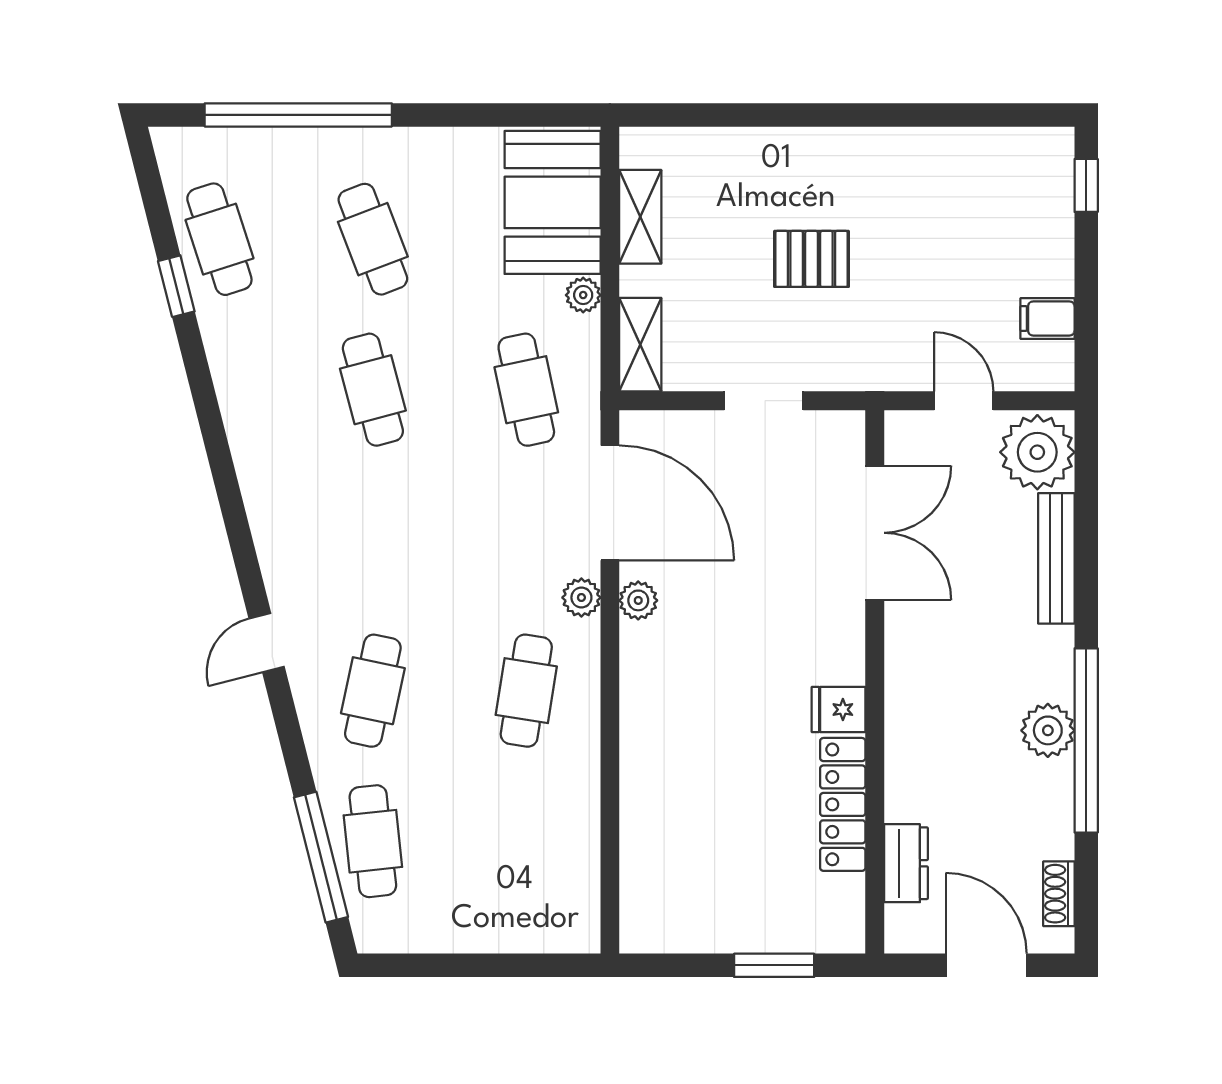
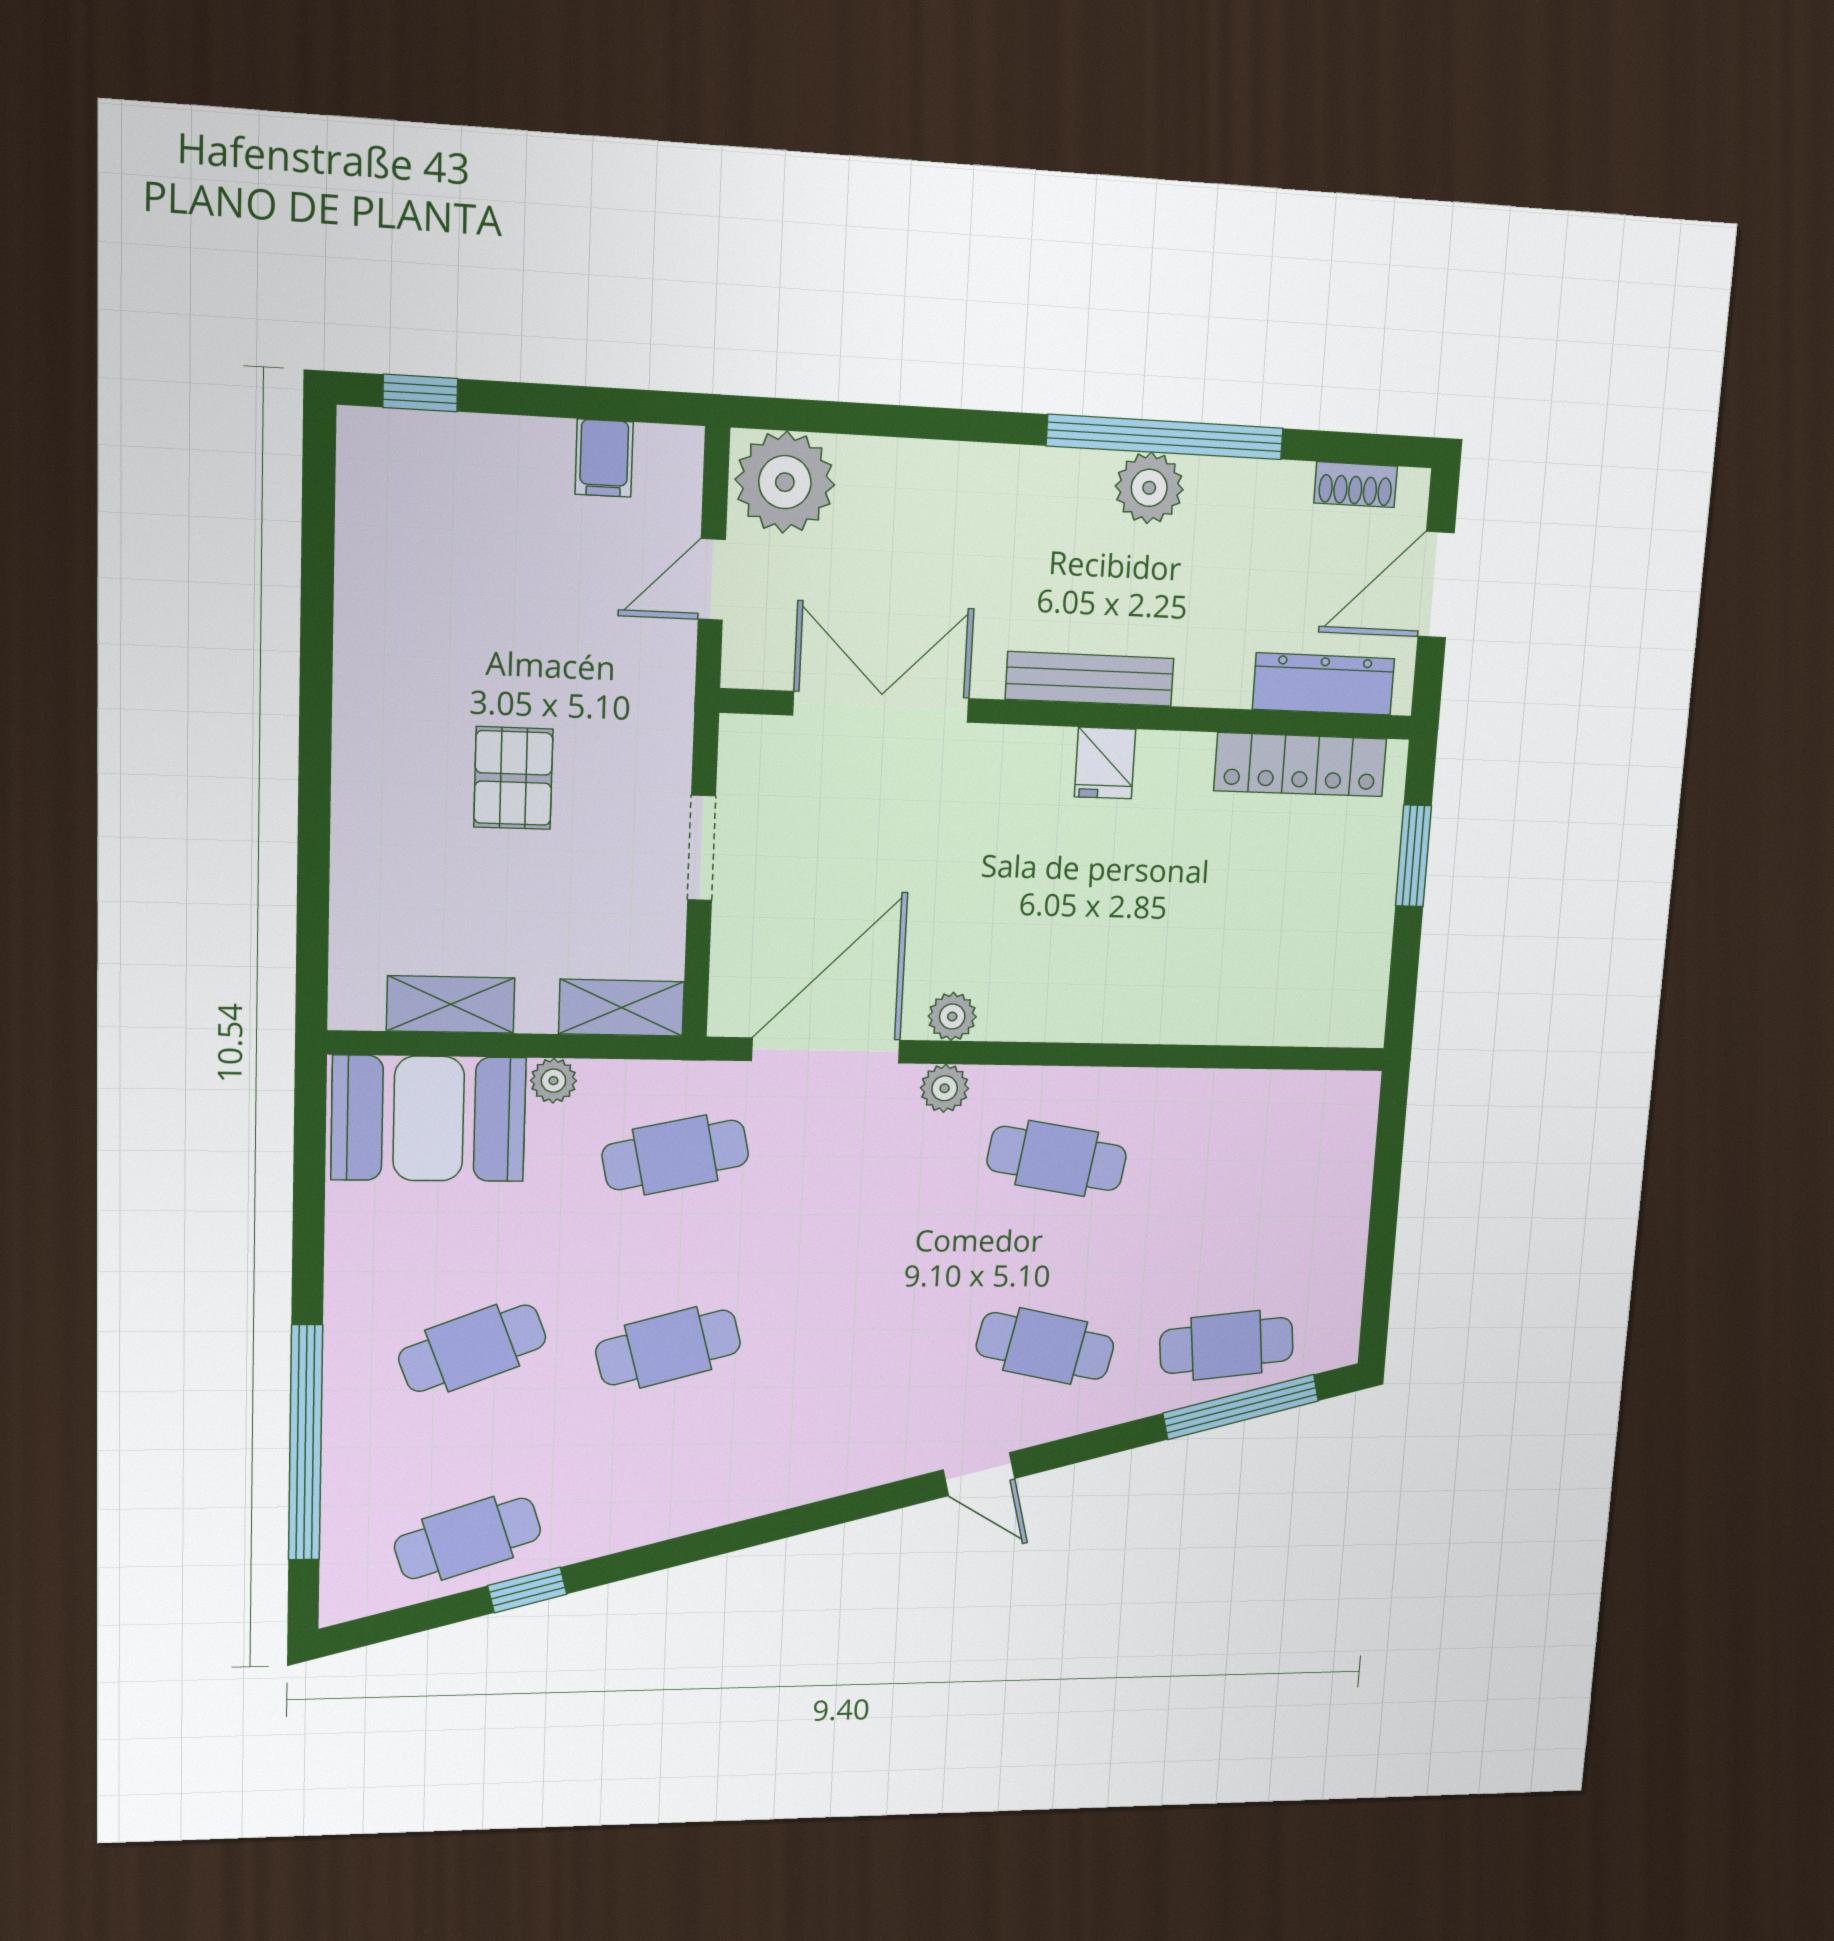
bench: (1056, 558) -> (1090, 679), moved
locker: (843, 804) -> (1300, 765), moved
dresser: (906, 863) -> (1324, 684), width x1.44

